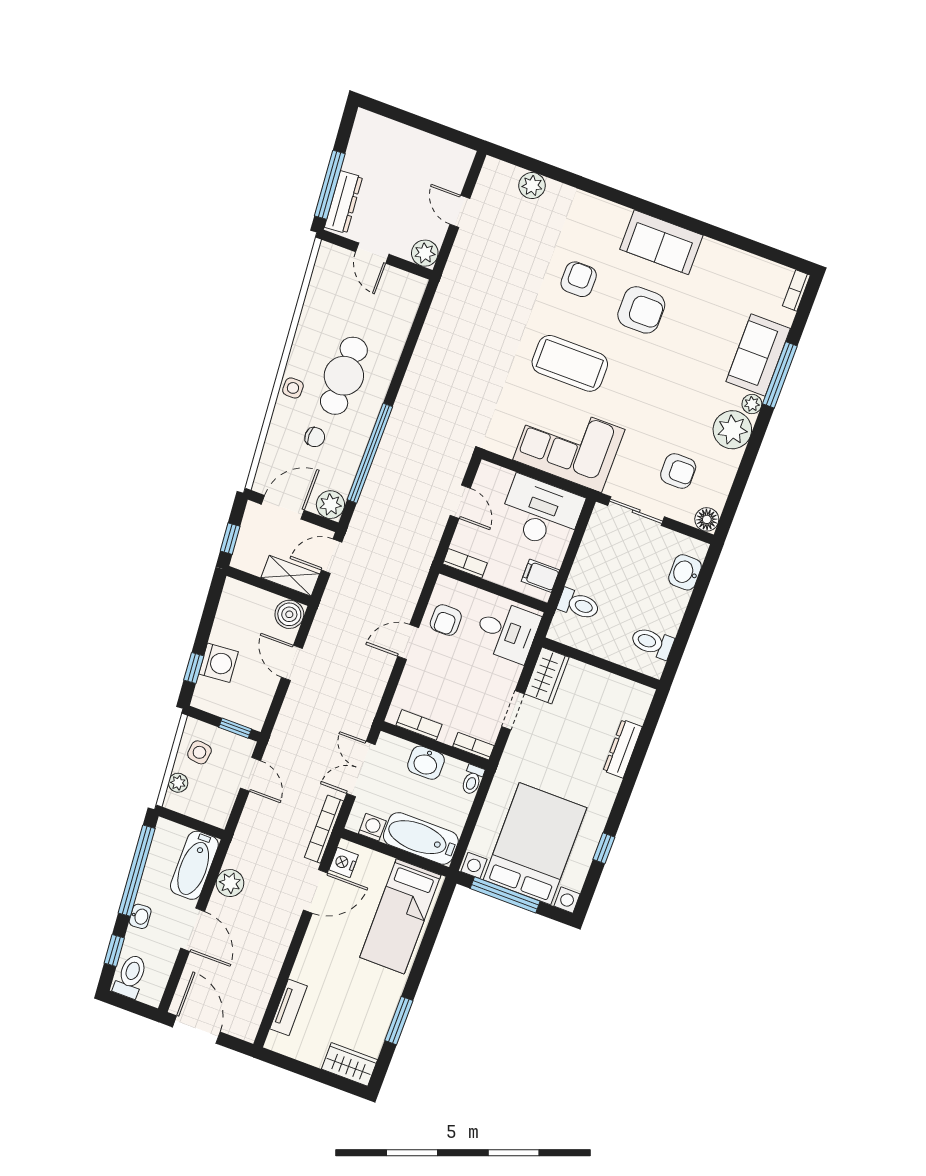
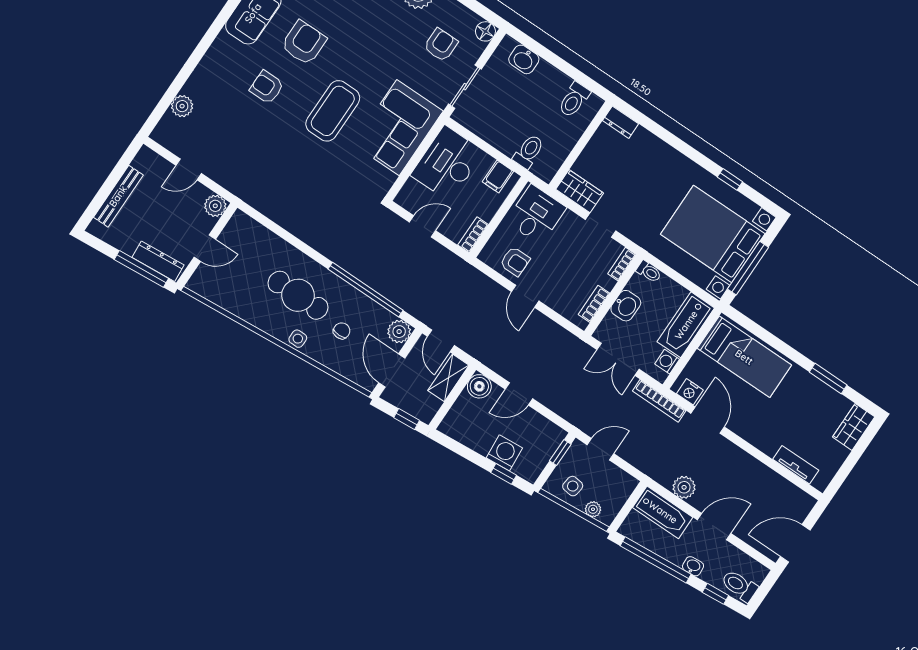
bench: (408, 137) -> (118, 196), added
dresser: (623, 749) -> (621, 122), moved, width x0.70

